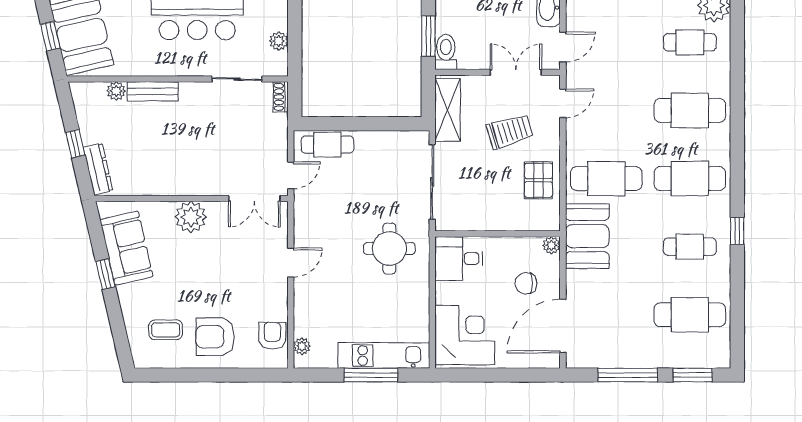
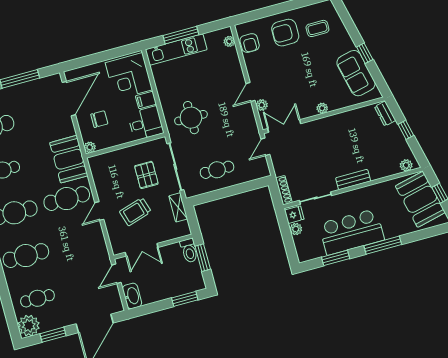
fridge: (275, 63) -> (294, 215), added
plant: (116, 91) -> (406, 165), moved
bench: (153, 91) -> (353, 180), moved
shoe rack: (281, 97) -> (284, 190), width x1.43
door: (563, 103) -> (99, 211), moved
shelving: (448, 110) -> (178, 207), width x0.67, depth x0.75
cafe table: (327, 145) -> (217, 170), moved
dresser: (98, 169) -> (385, 114), width x0.70
pallet: (538, 180) -> (146, 175), moved
plant: (191, 217) -> (322, 108), width x0.53, depth x0.53
plant: (279, 239) -> (262, 105), added
filing cabinet: (449, 293) -> (146, 100), added
armchair: (215, 337) -> (285, 33), turned 180

